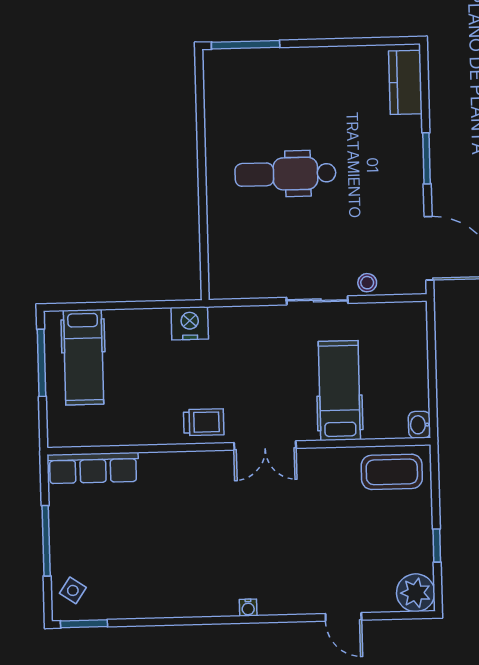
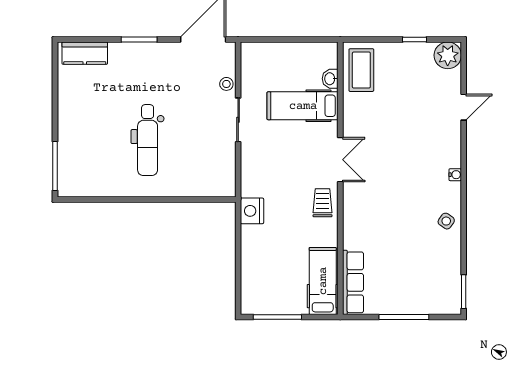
hospital bed: (83, 357) -> (323, 281), moved, turned -90
washbasin: (419, 425) -> (330, 79), moved, turned 90
side table: (73, 590) -> (446, 221), moved

